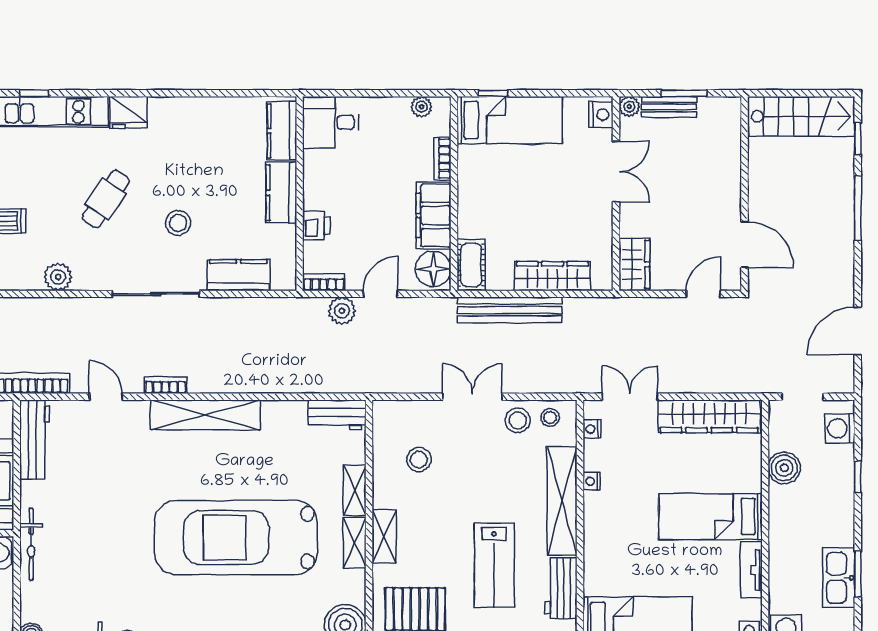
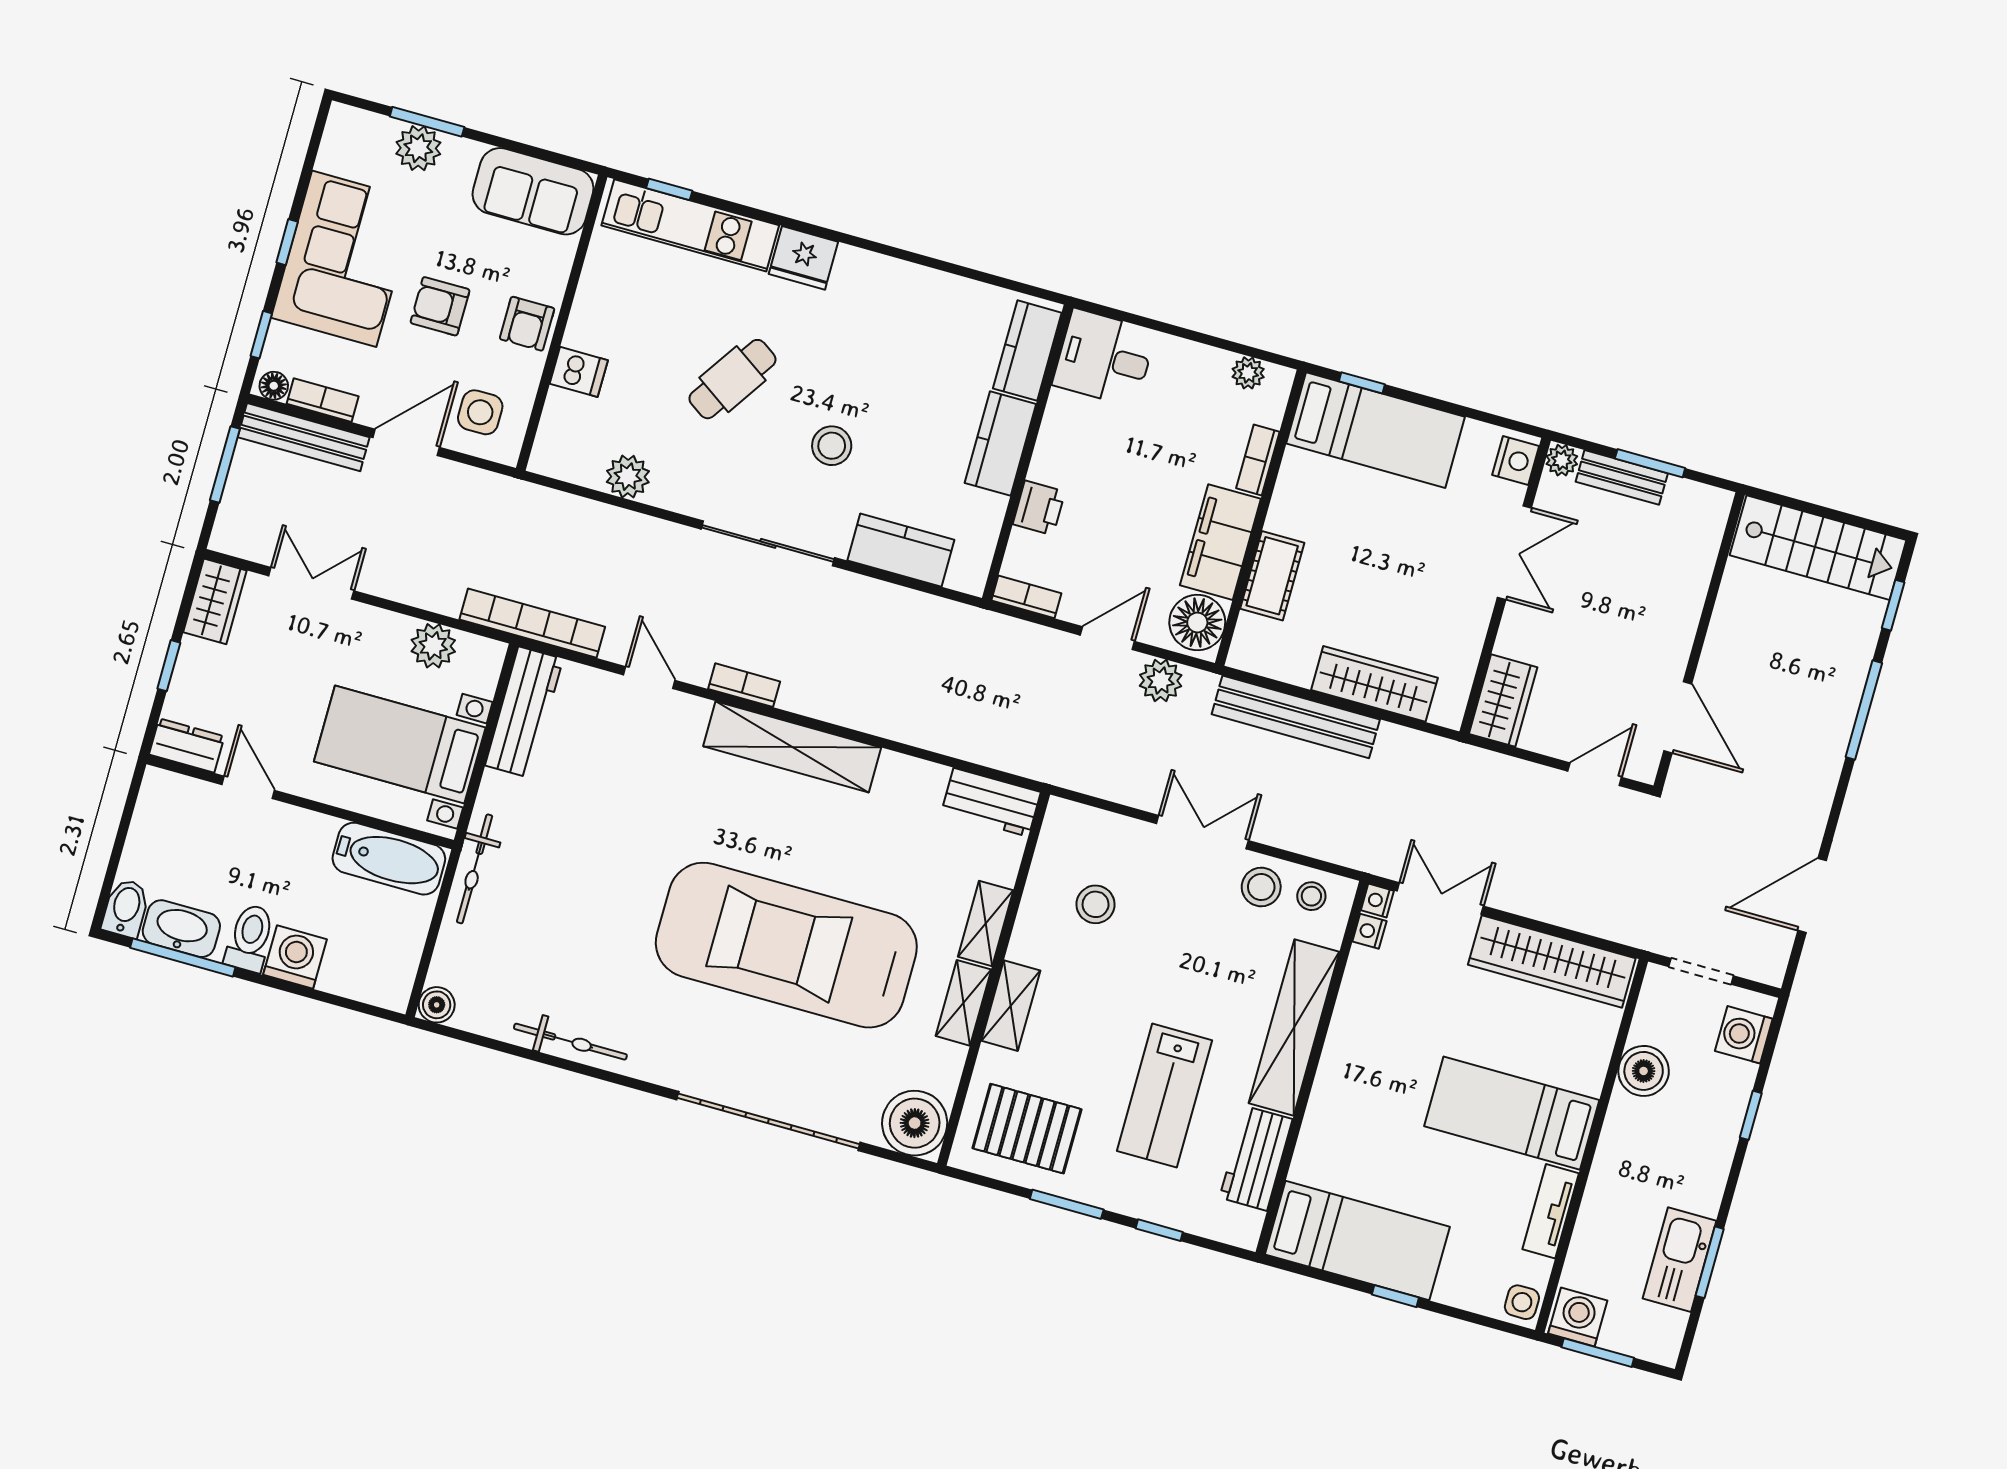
cot: (471, 265) -> (1272, 576), moved
plant: (342, 311) -> (1161, 681), moved
nightstand: (591, 481) -> (1377, 900), moved

